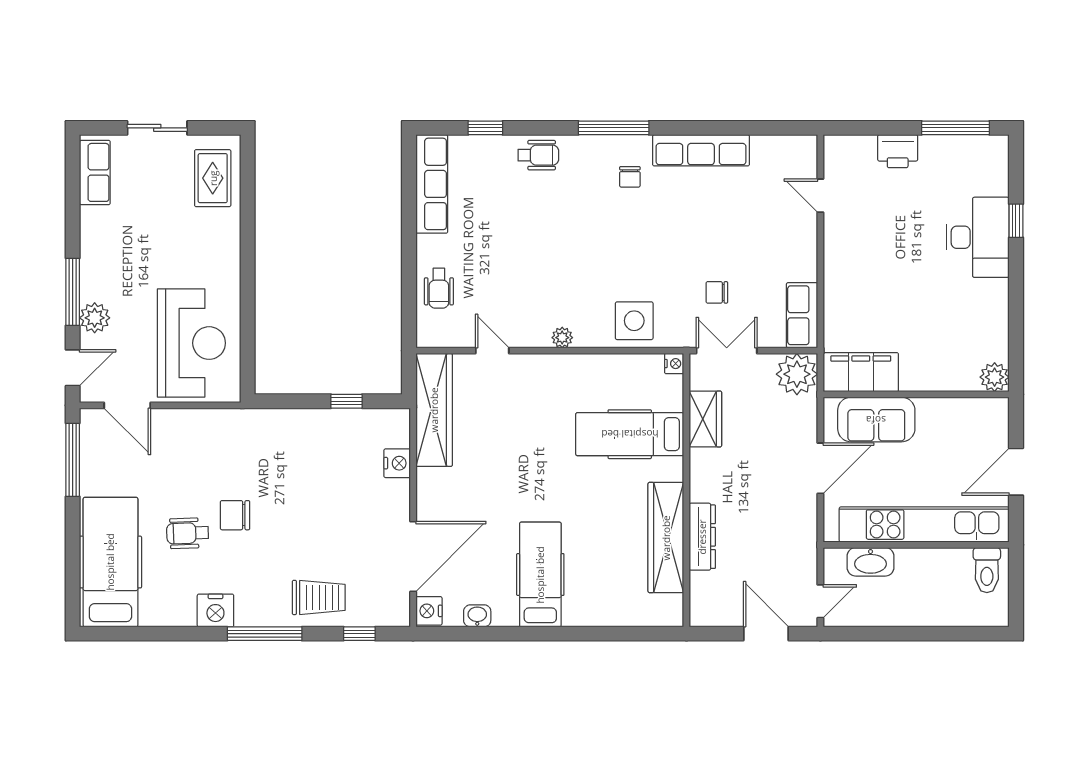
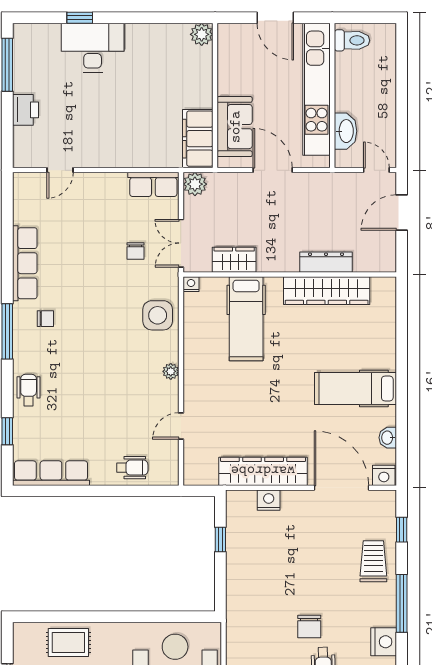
rug: (213, 178) -> (68, 643), moved
plant: (797, 374) -> (195, 184), width x0.73, depth x0.73
wardrobe: (434, 410) -> (263, 471), moved

